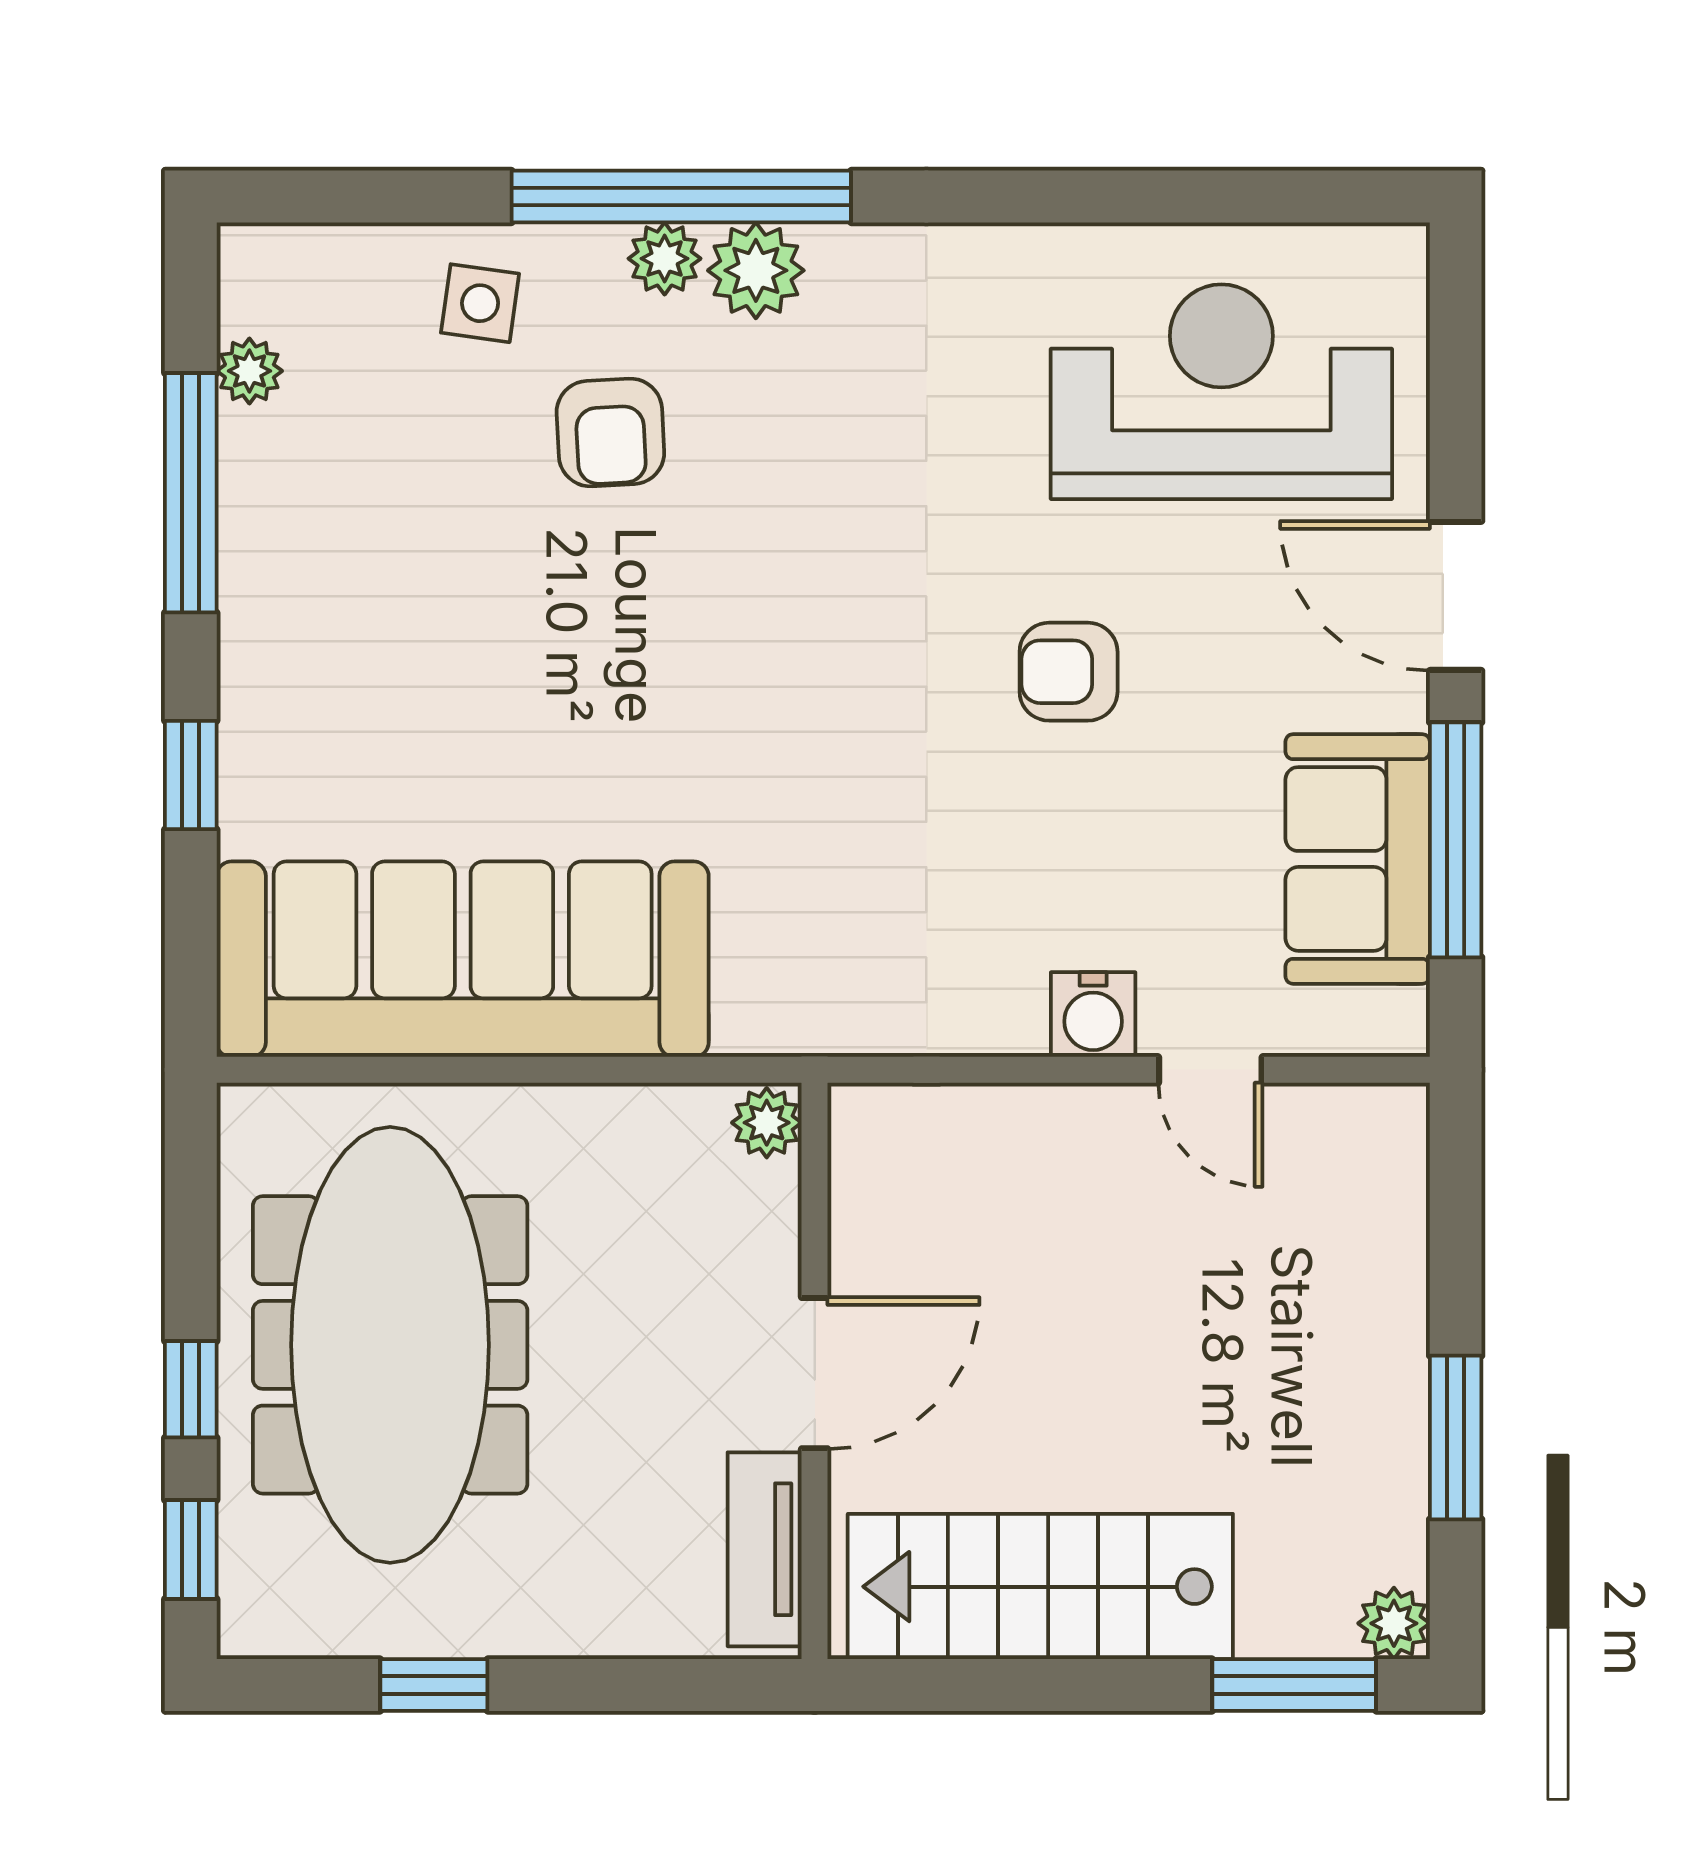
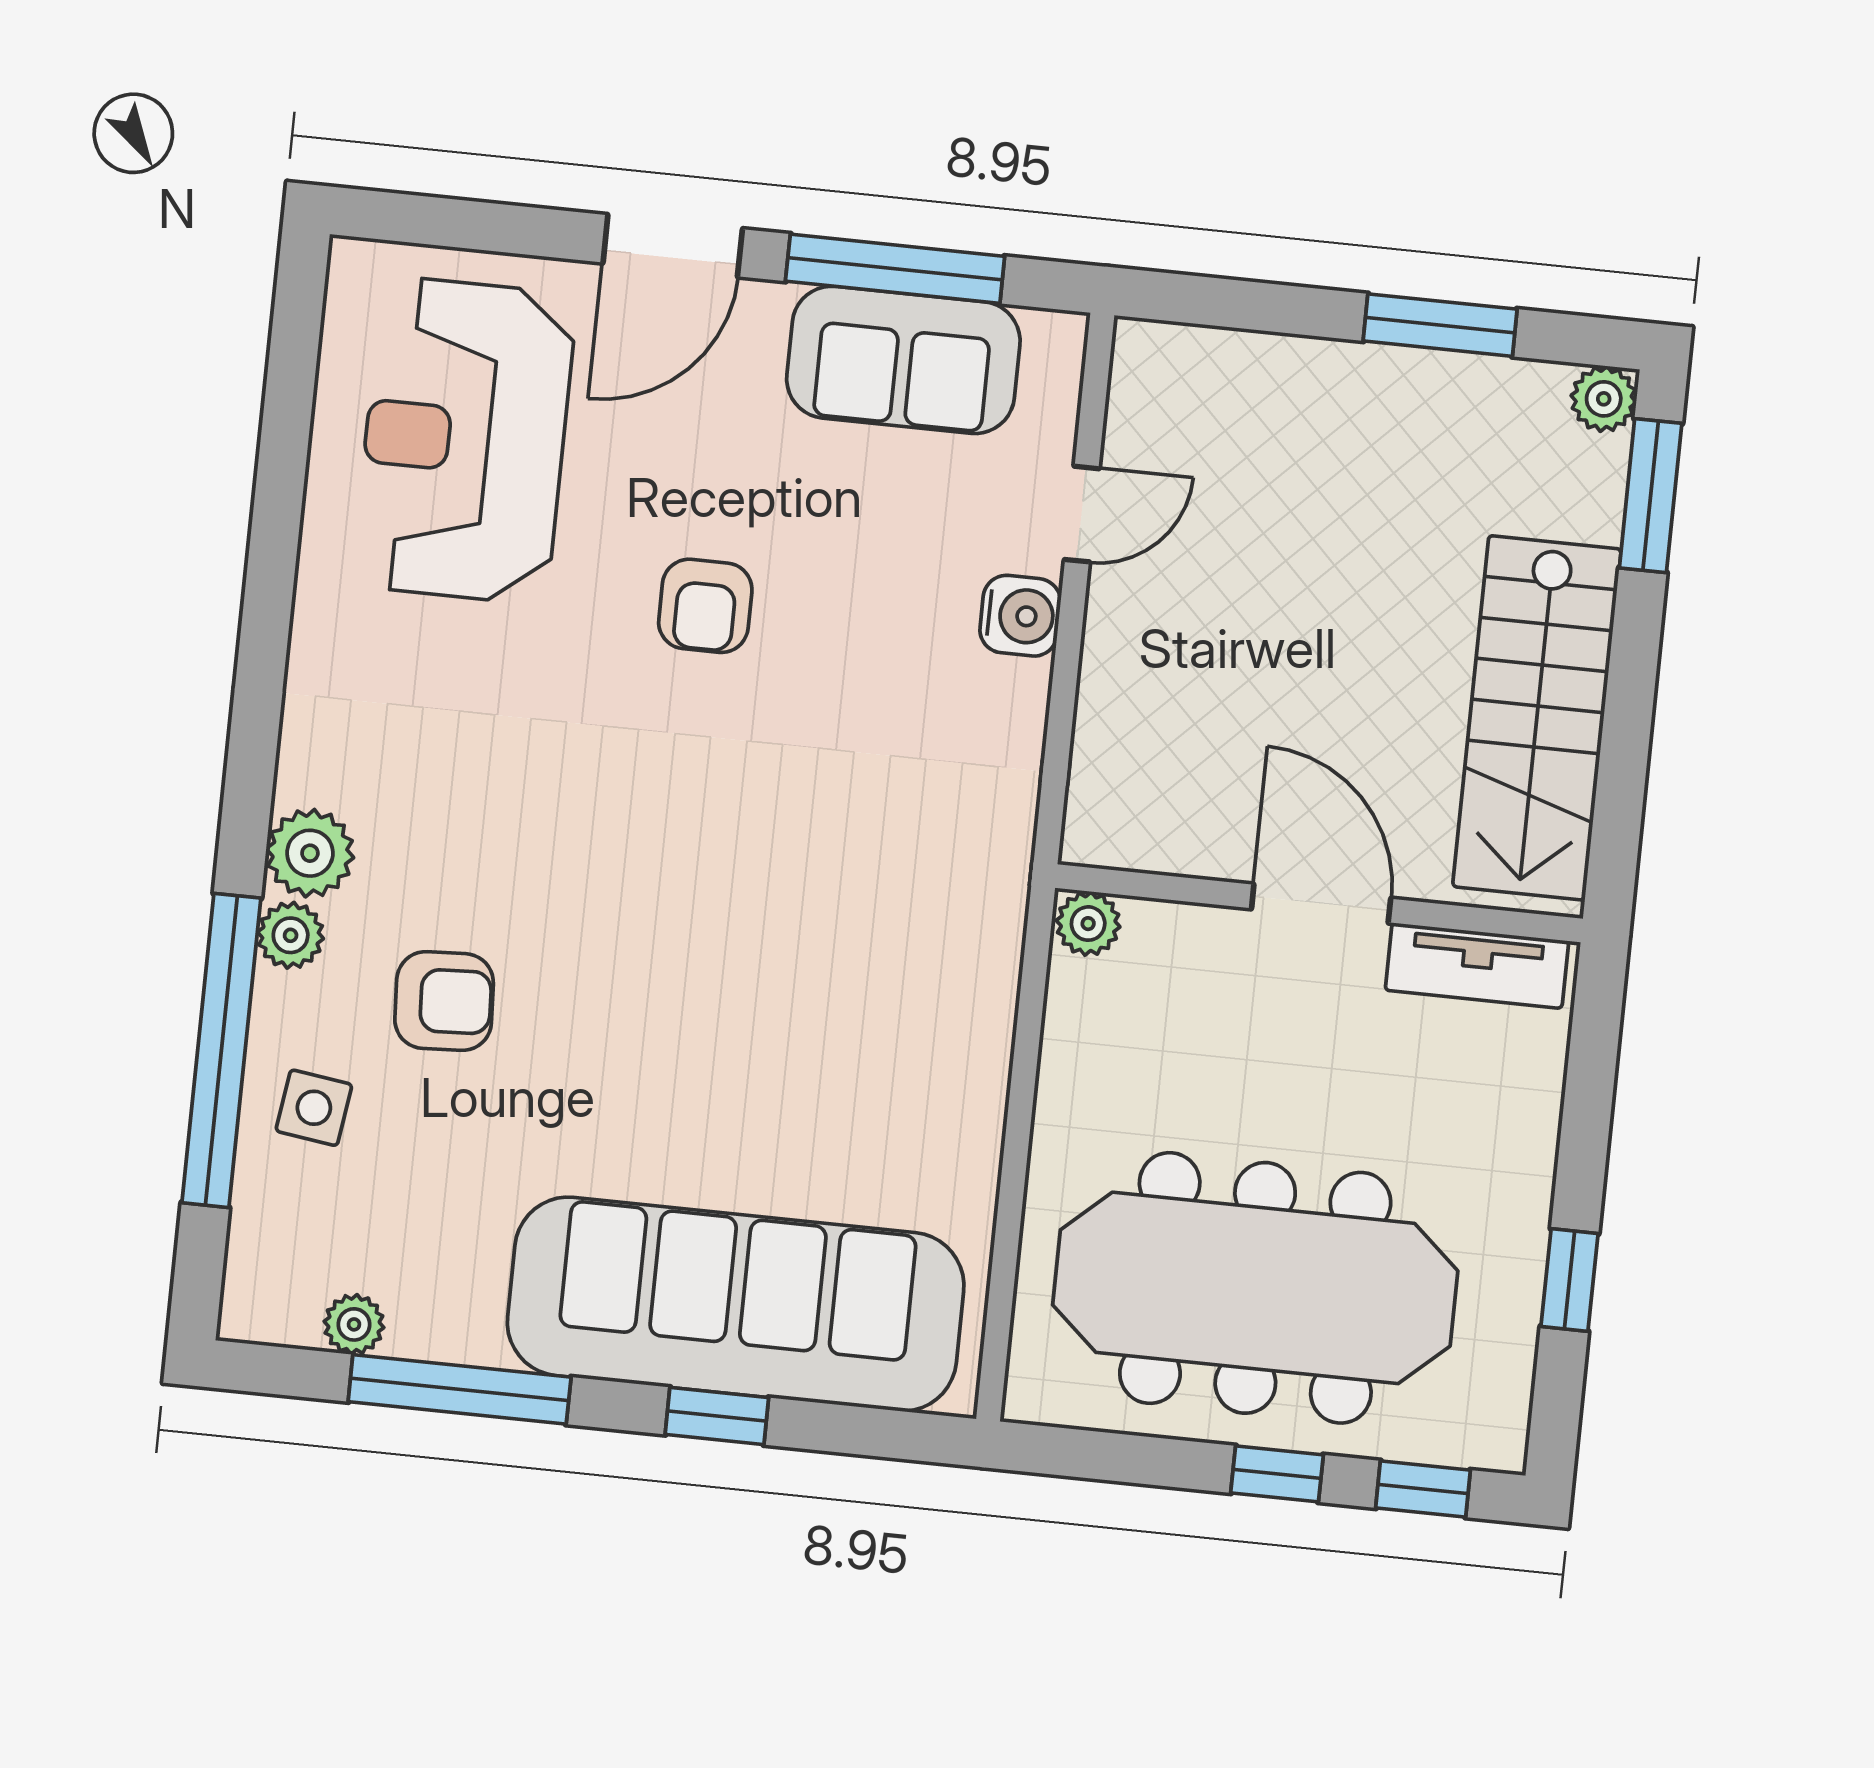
window: (681, 196) -> (221, 1050), moved
sofa: (463, 959) -> (736, 1304), moved, turned 90

